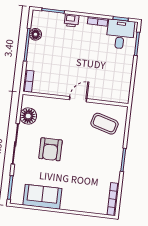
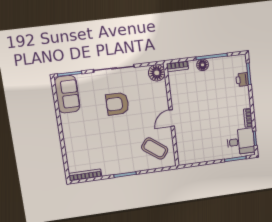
printer: (72, 20) -> (242, 80), moved
floor lamp: (35, 34) -> (203, 65), moved
door: (78, 99) -> (172, 118), swing flipped
floor lamp: (28, 116) -> (157, 73), moved
coffee table: (105, 124) -> (155, 149), turned -69
sofa: (42, 197) -> (67, 94), moved

